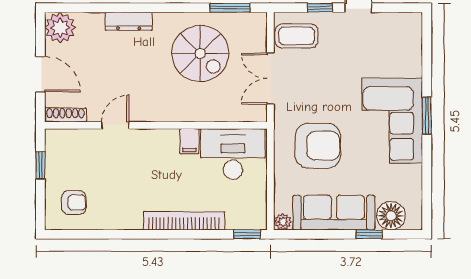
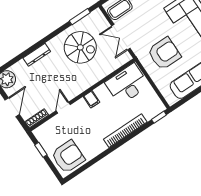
door: (40, 74) -> (12, 107), hinge flipped
filing cabinet: (189, 141) -> (91, 99), moved
armchair: (74, 202) -> (68, 157), width x1.88, depth x1.88
plant: (283, 222) -> (172, 100), removed

